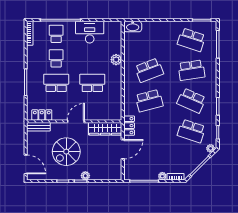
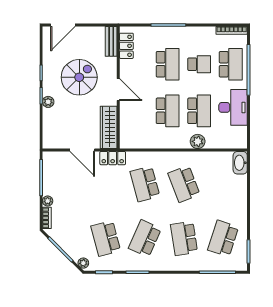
school desk: (56, 34) -> (231, 64), width x1.85
school desk: (92, 58) -> (199, 111), added
school desk: (191, 131) -> (106, 238), turned -33
spiral stairs: (66, 152) -> (79, 77), turned 90

